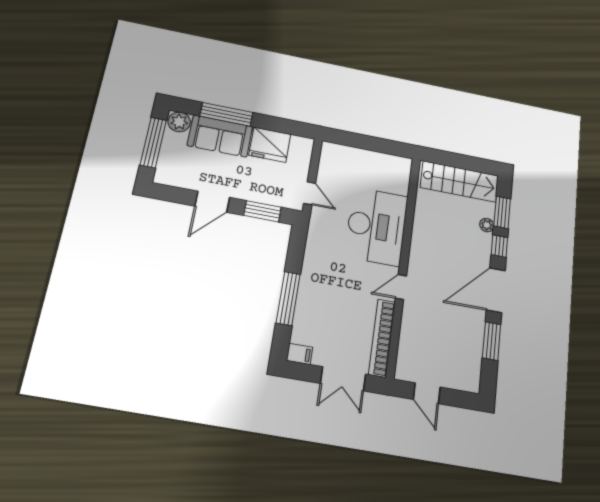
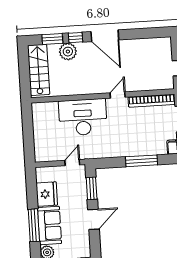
door: (212, 202) -> (93, 219), hinge flipped
plant: (487, 225) -> (68, 52), width x1.87, depth x1.87
door: (401, 287) -> (118, 95), swing flipped
window: (492, 341) -> (137, 34), removed

